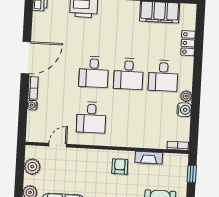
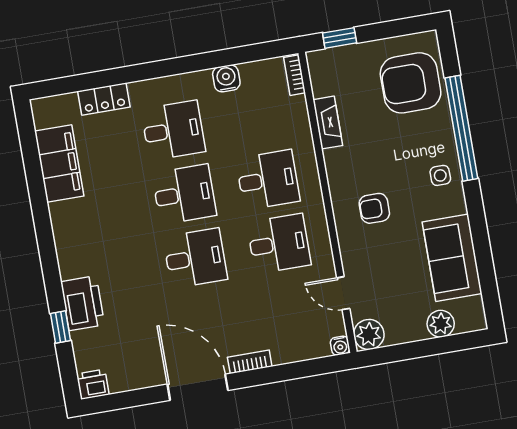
plant: (186, 96) -> (201, 80), removed
water cooler: (32, 105) -> (340, 346), moved
desk: (126, 119) -> (268, 180), added
armchair: (120, 166) -> (374, 208), moved
plant: (32, 167) -> (369, 334), moved

